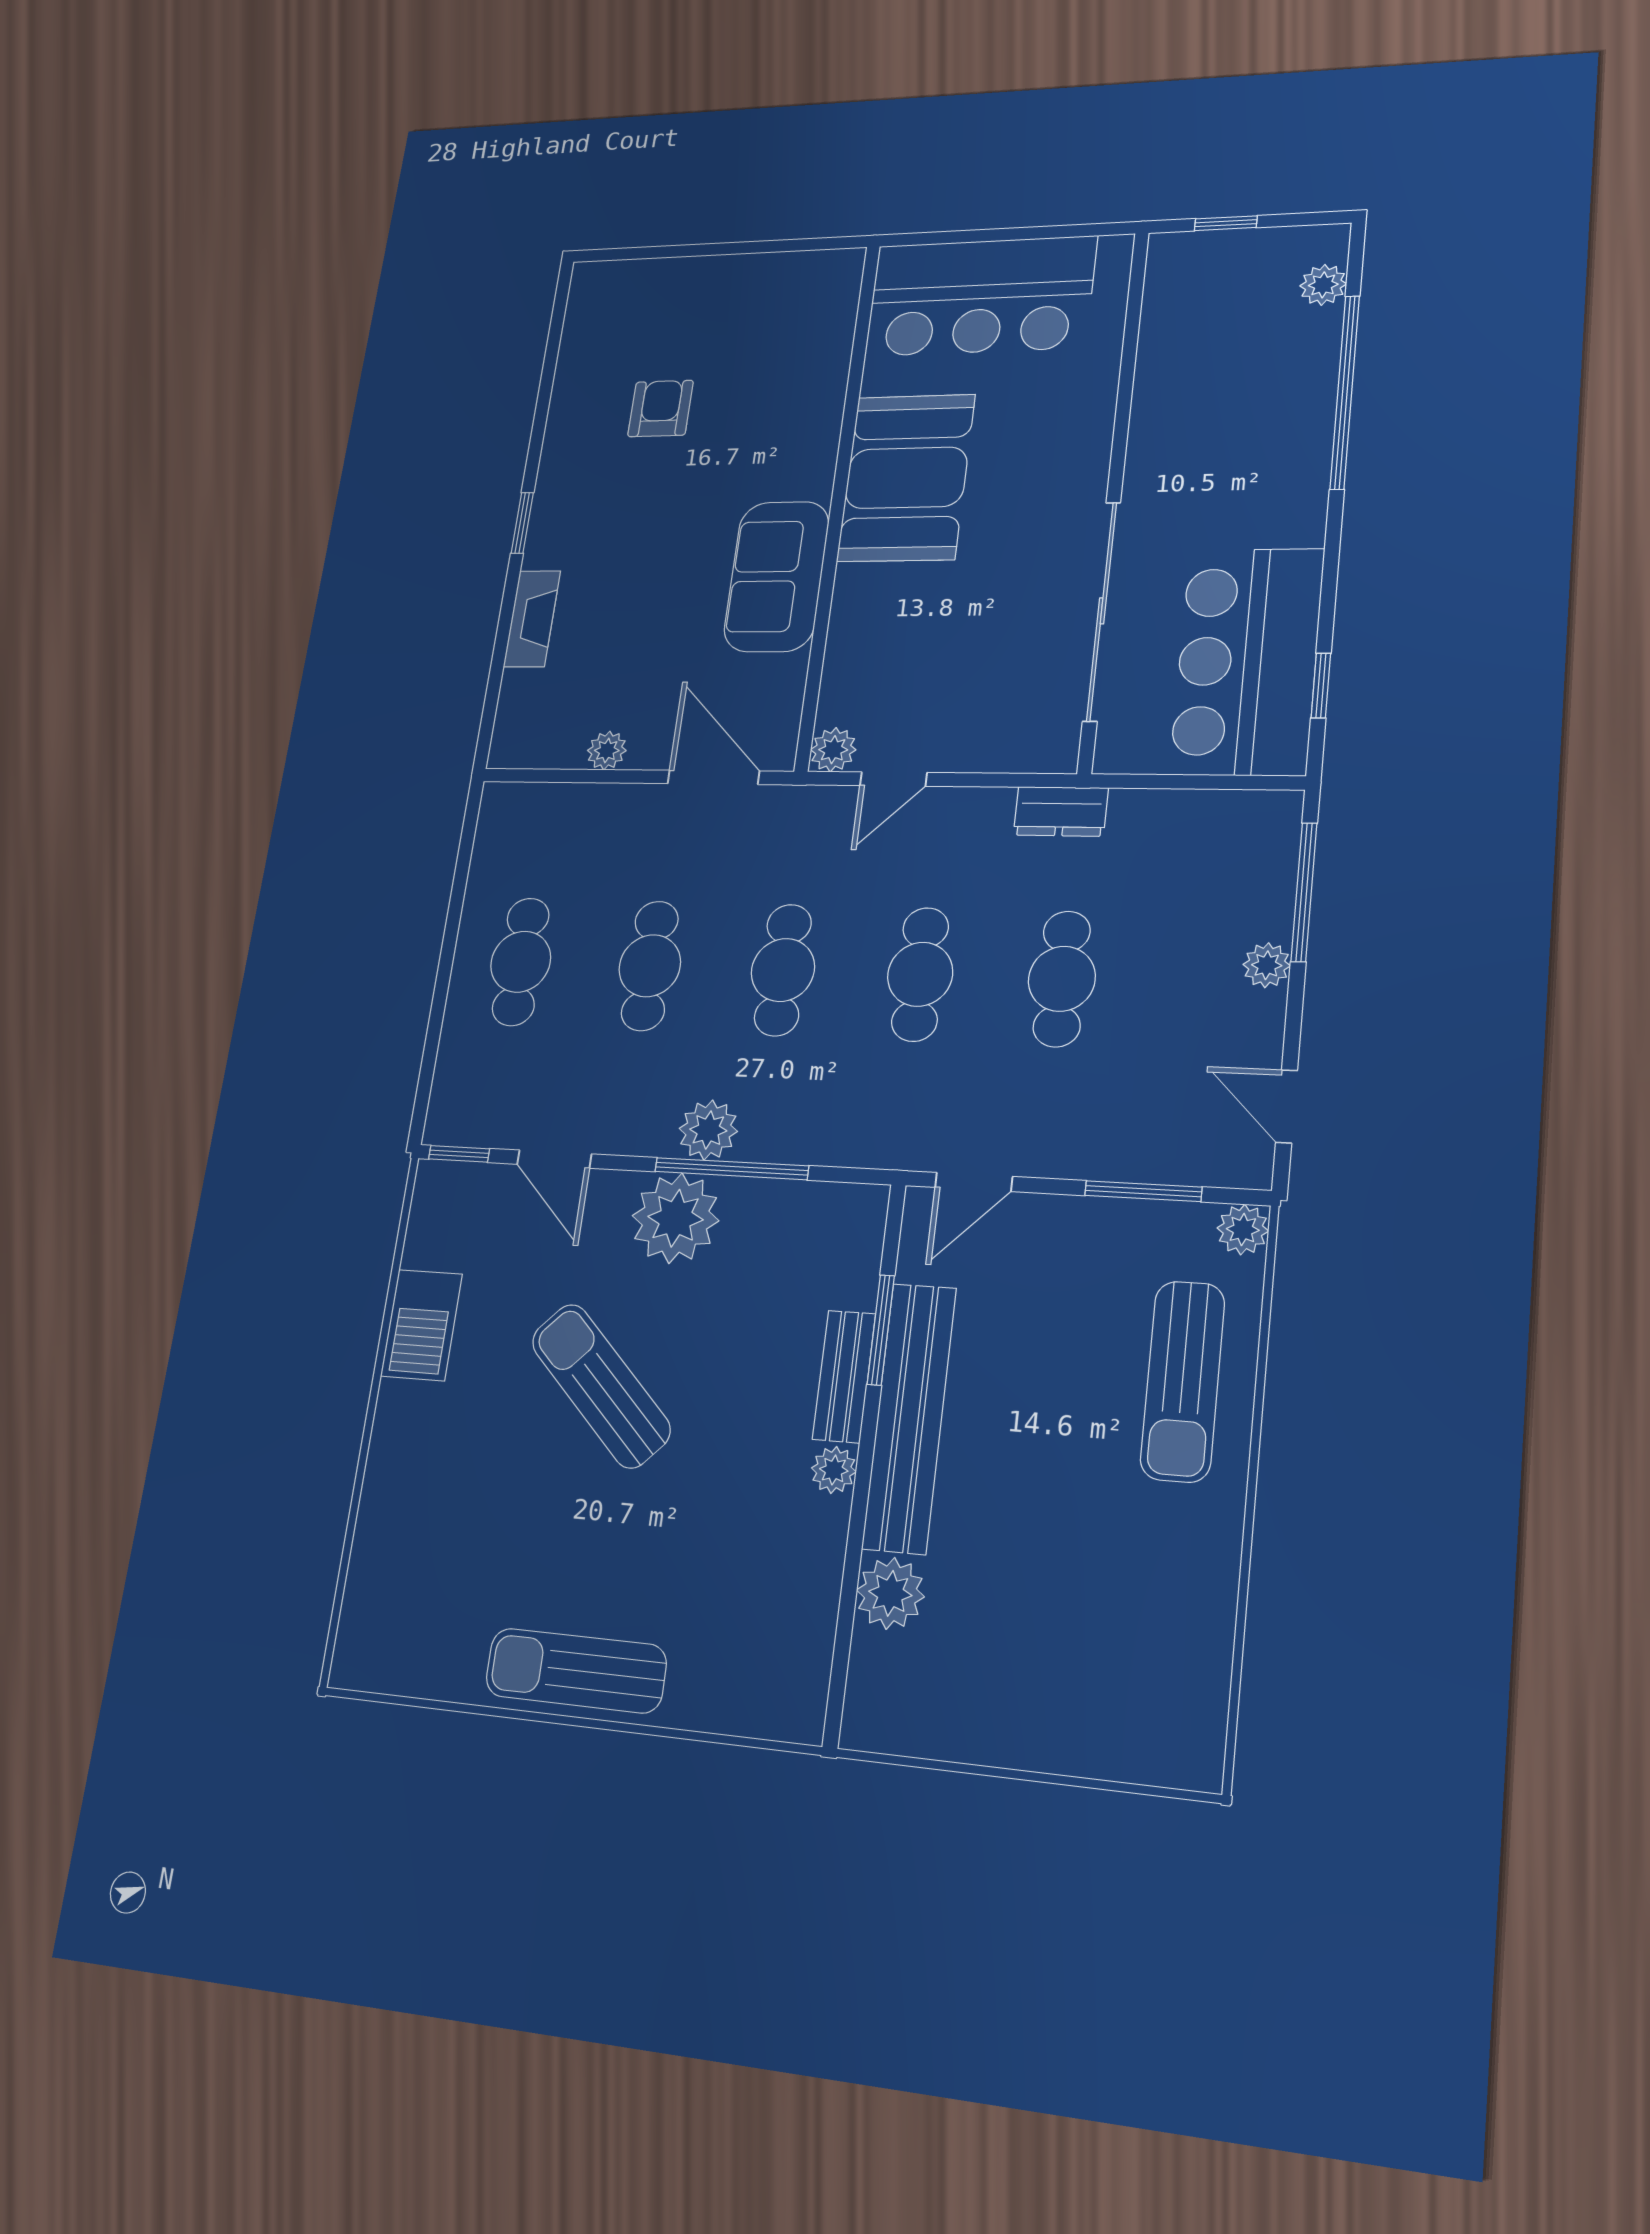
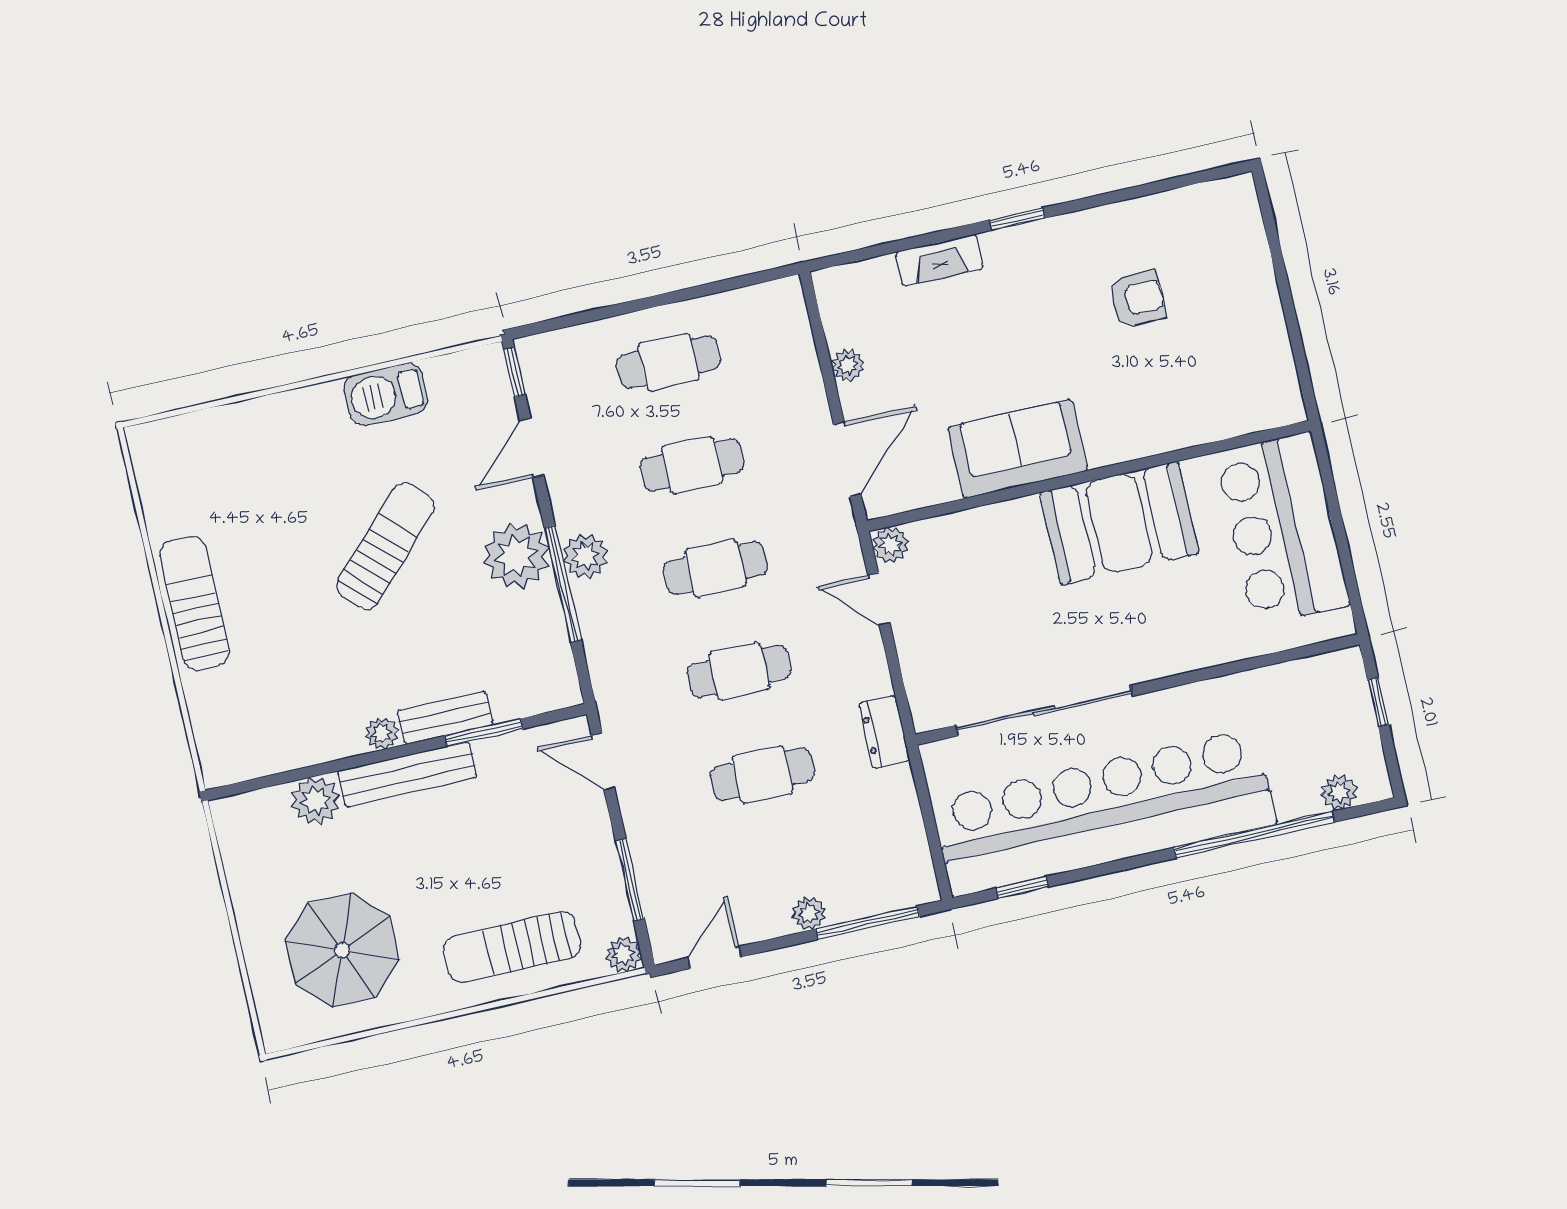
bar counter: (1247, 661) -> (1104, 812), width x1.86
bench: (909, 1417) -> (407, 774), width x0.73, depth x0.82
parasol: (1108, 1626) -> (342, 950), added

